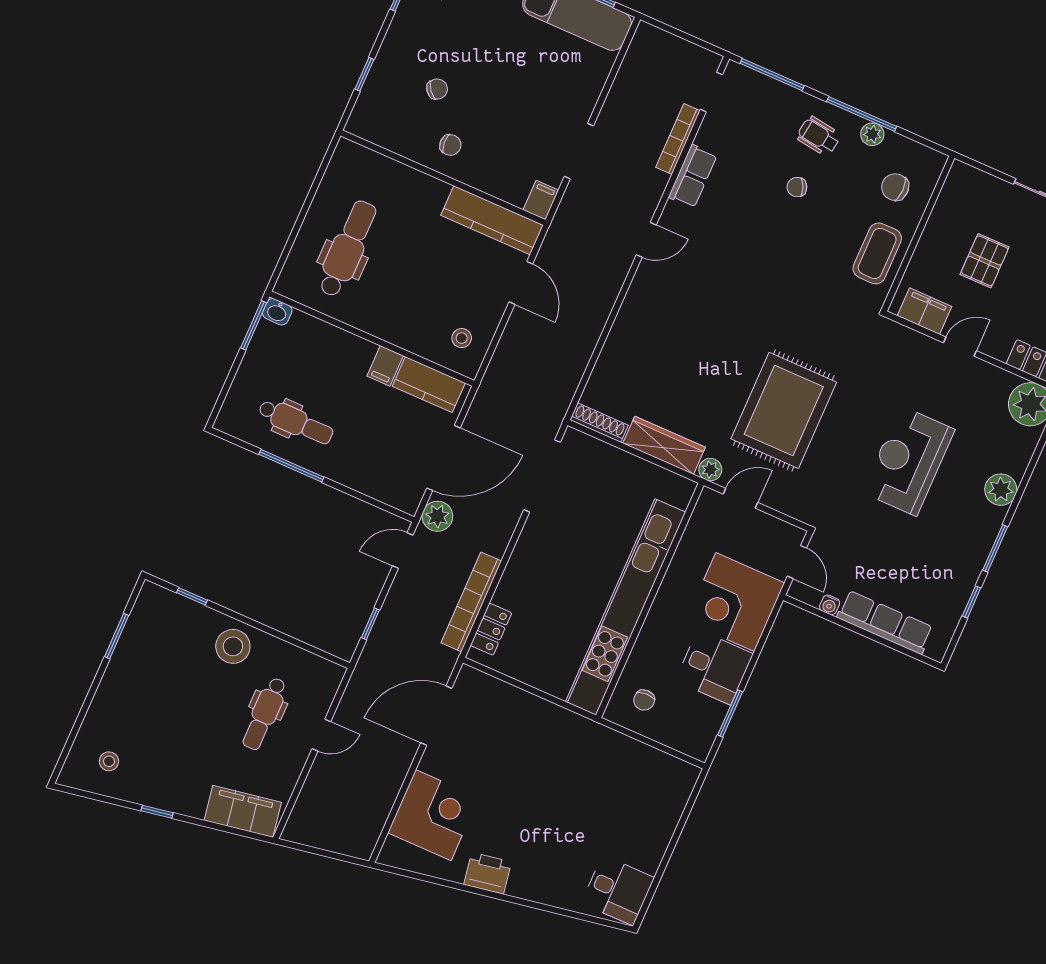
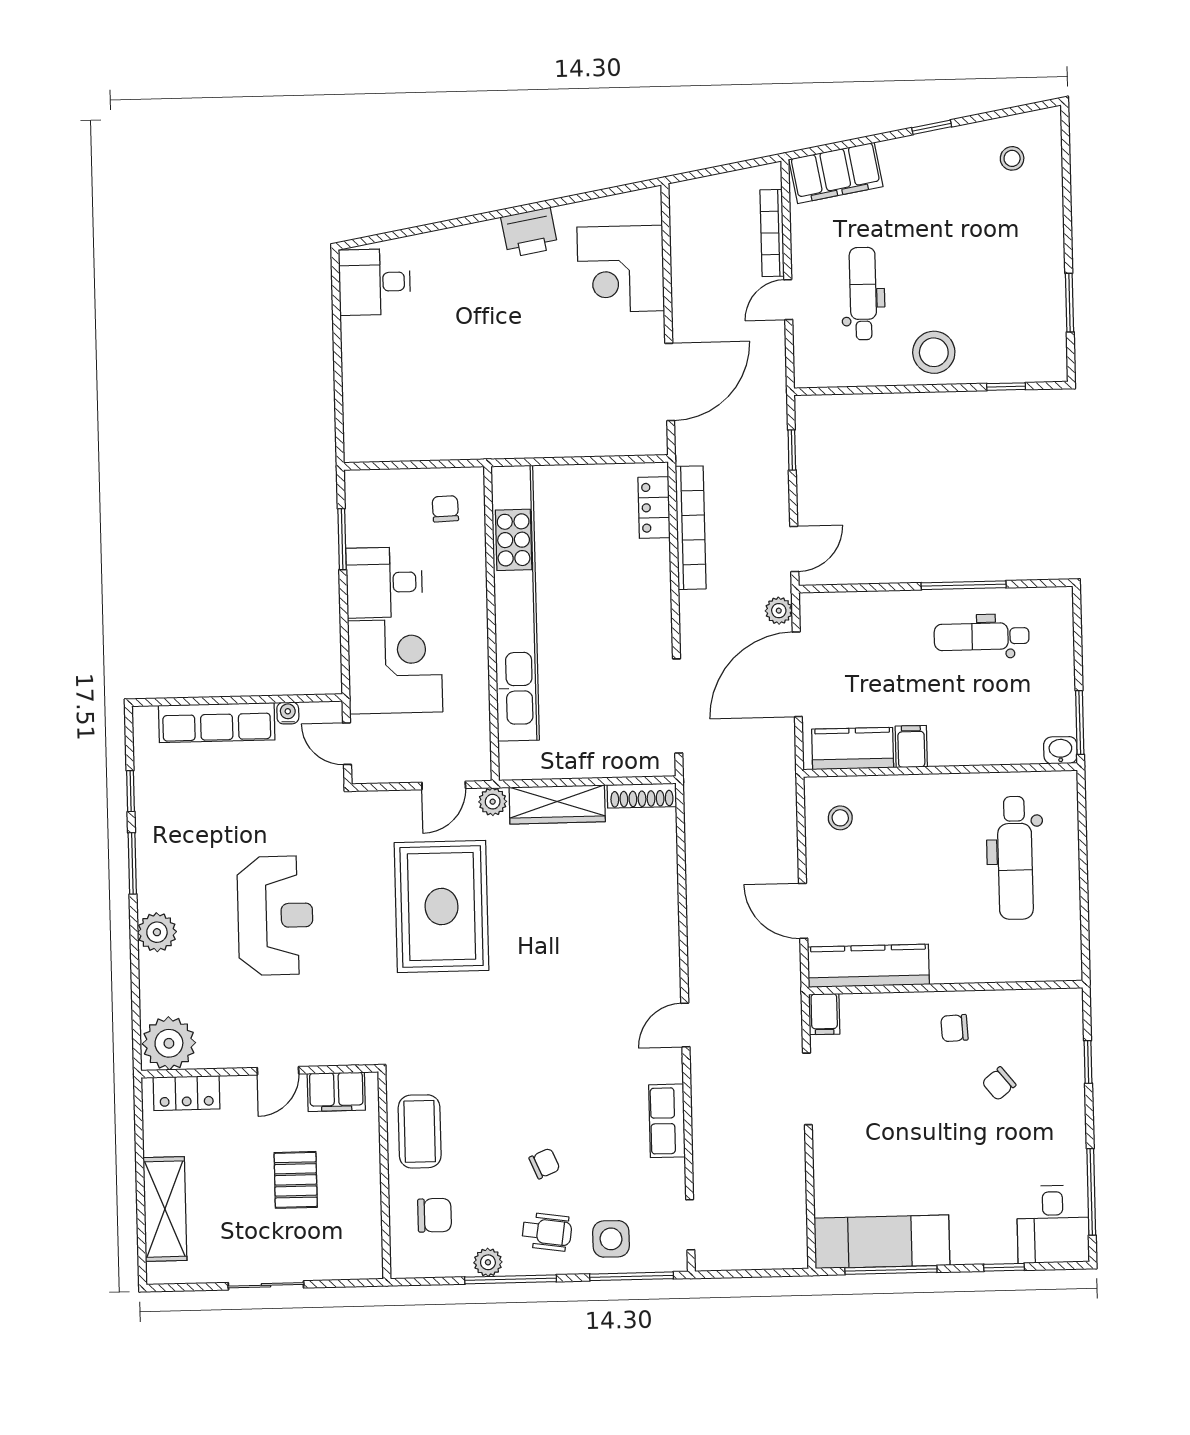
side table: (774, 109) -> (611, 1239), added
bookcase: (678, 139) -> (772, 233), moved, turned 180
plant: (437, 516) -> (779, 611), width x0.73, depth x0.73

